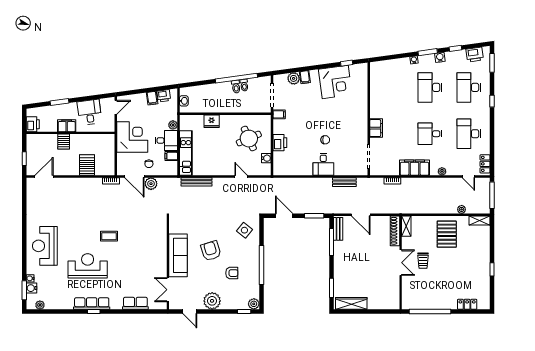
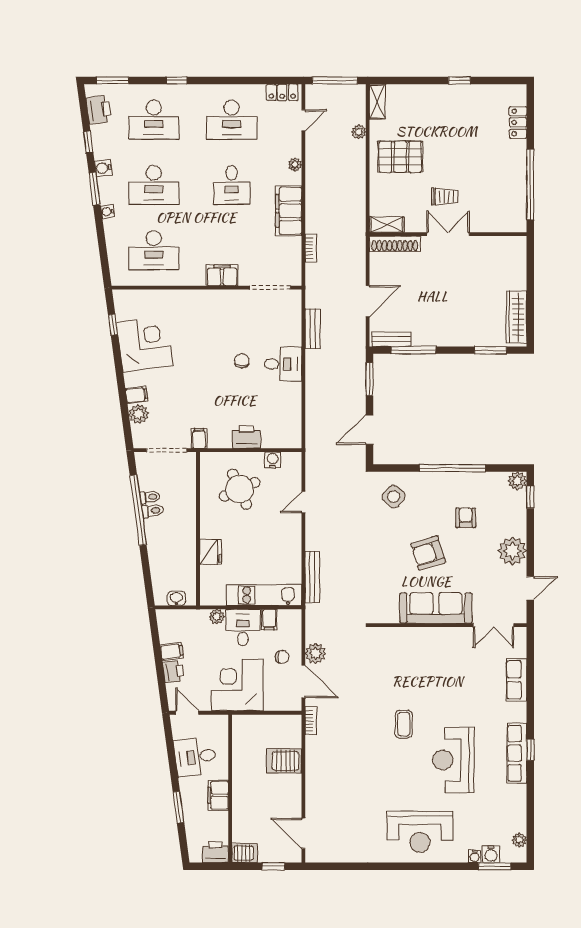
desk: (391, 87) -> (154, 250), added
printer: (164, 96) -> (173, 672), moved
server rack: (64, 142) -> (245, 853), moved
door: (134, 176) -> (303, 681), hinge flipped

